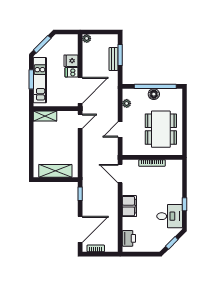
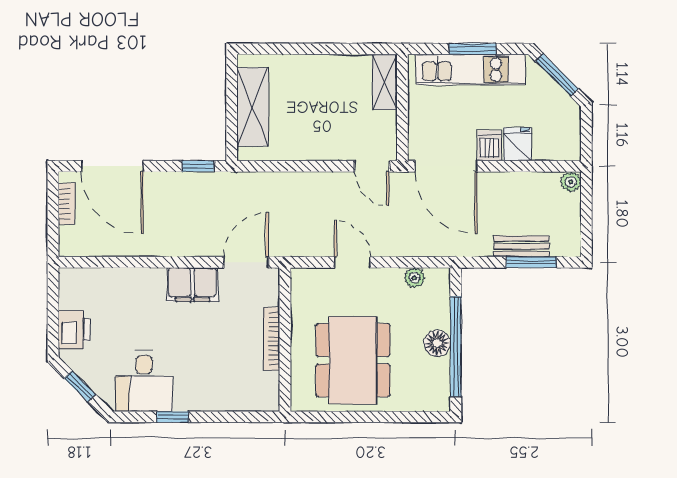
dining table: (161, 129) -> (353, 360), turned 90
filing cabinet: (129, 206) -> (192, 285), moved
printer: (129, 238) -> (74, 330), moved, turned -90

